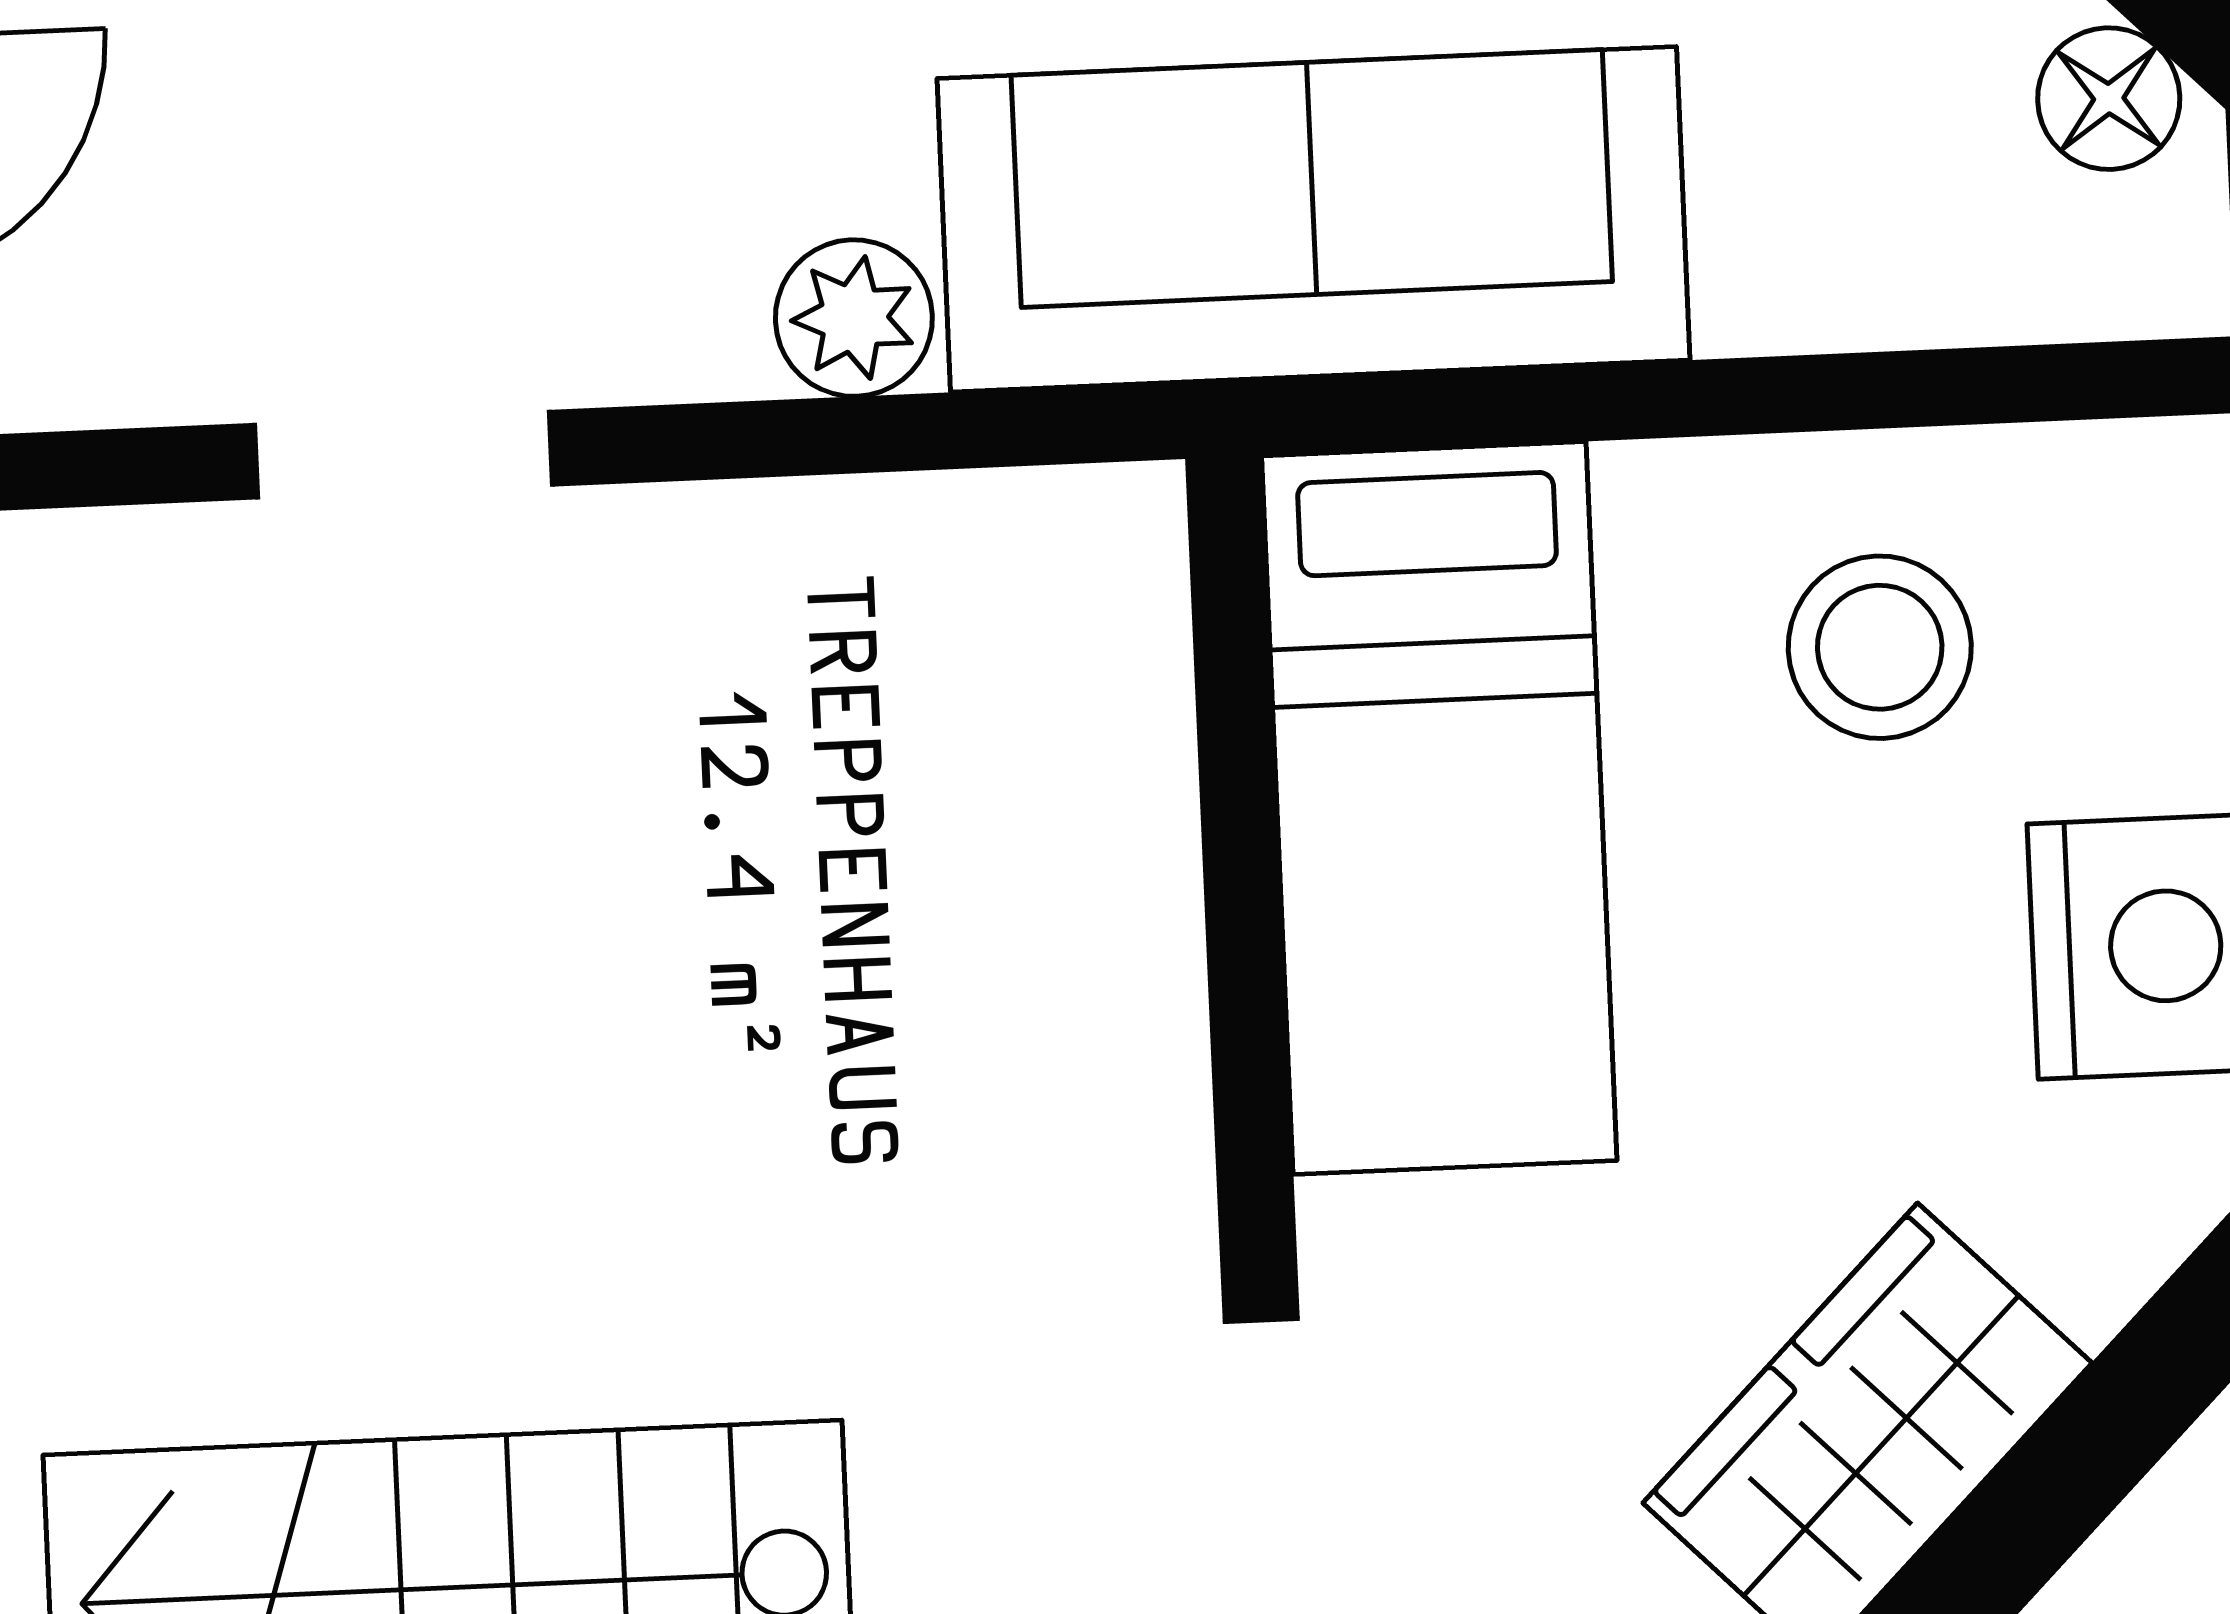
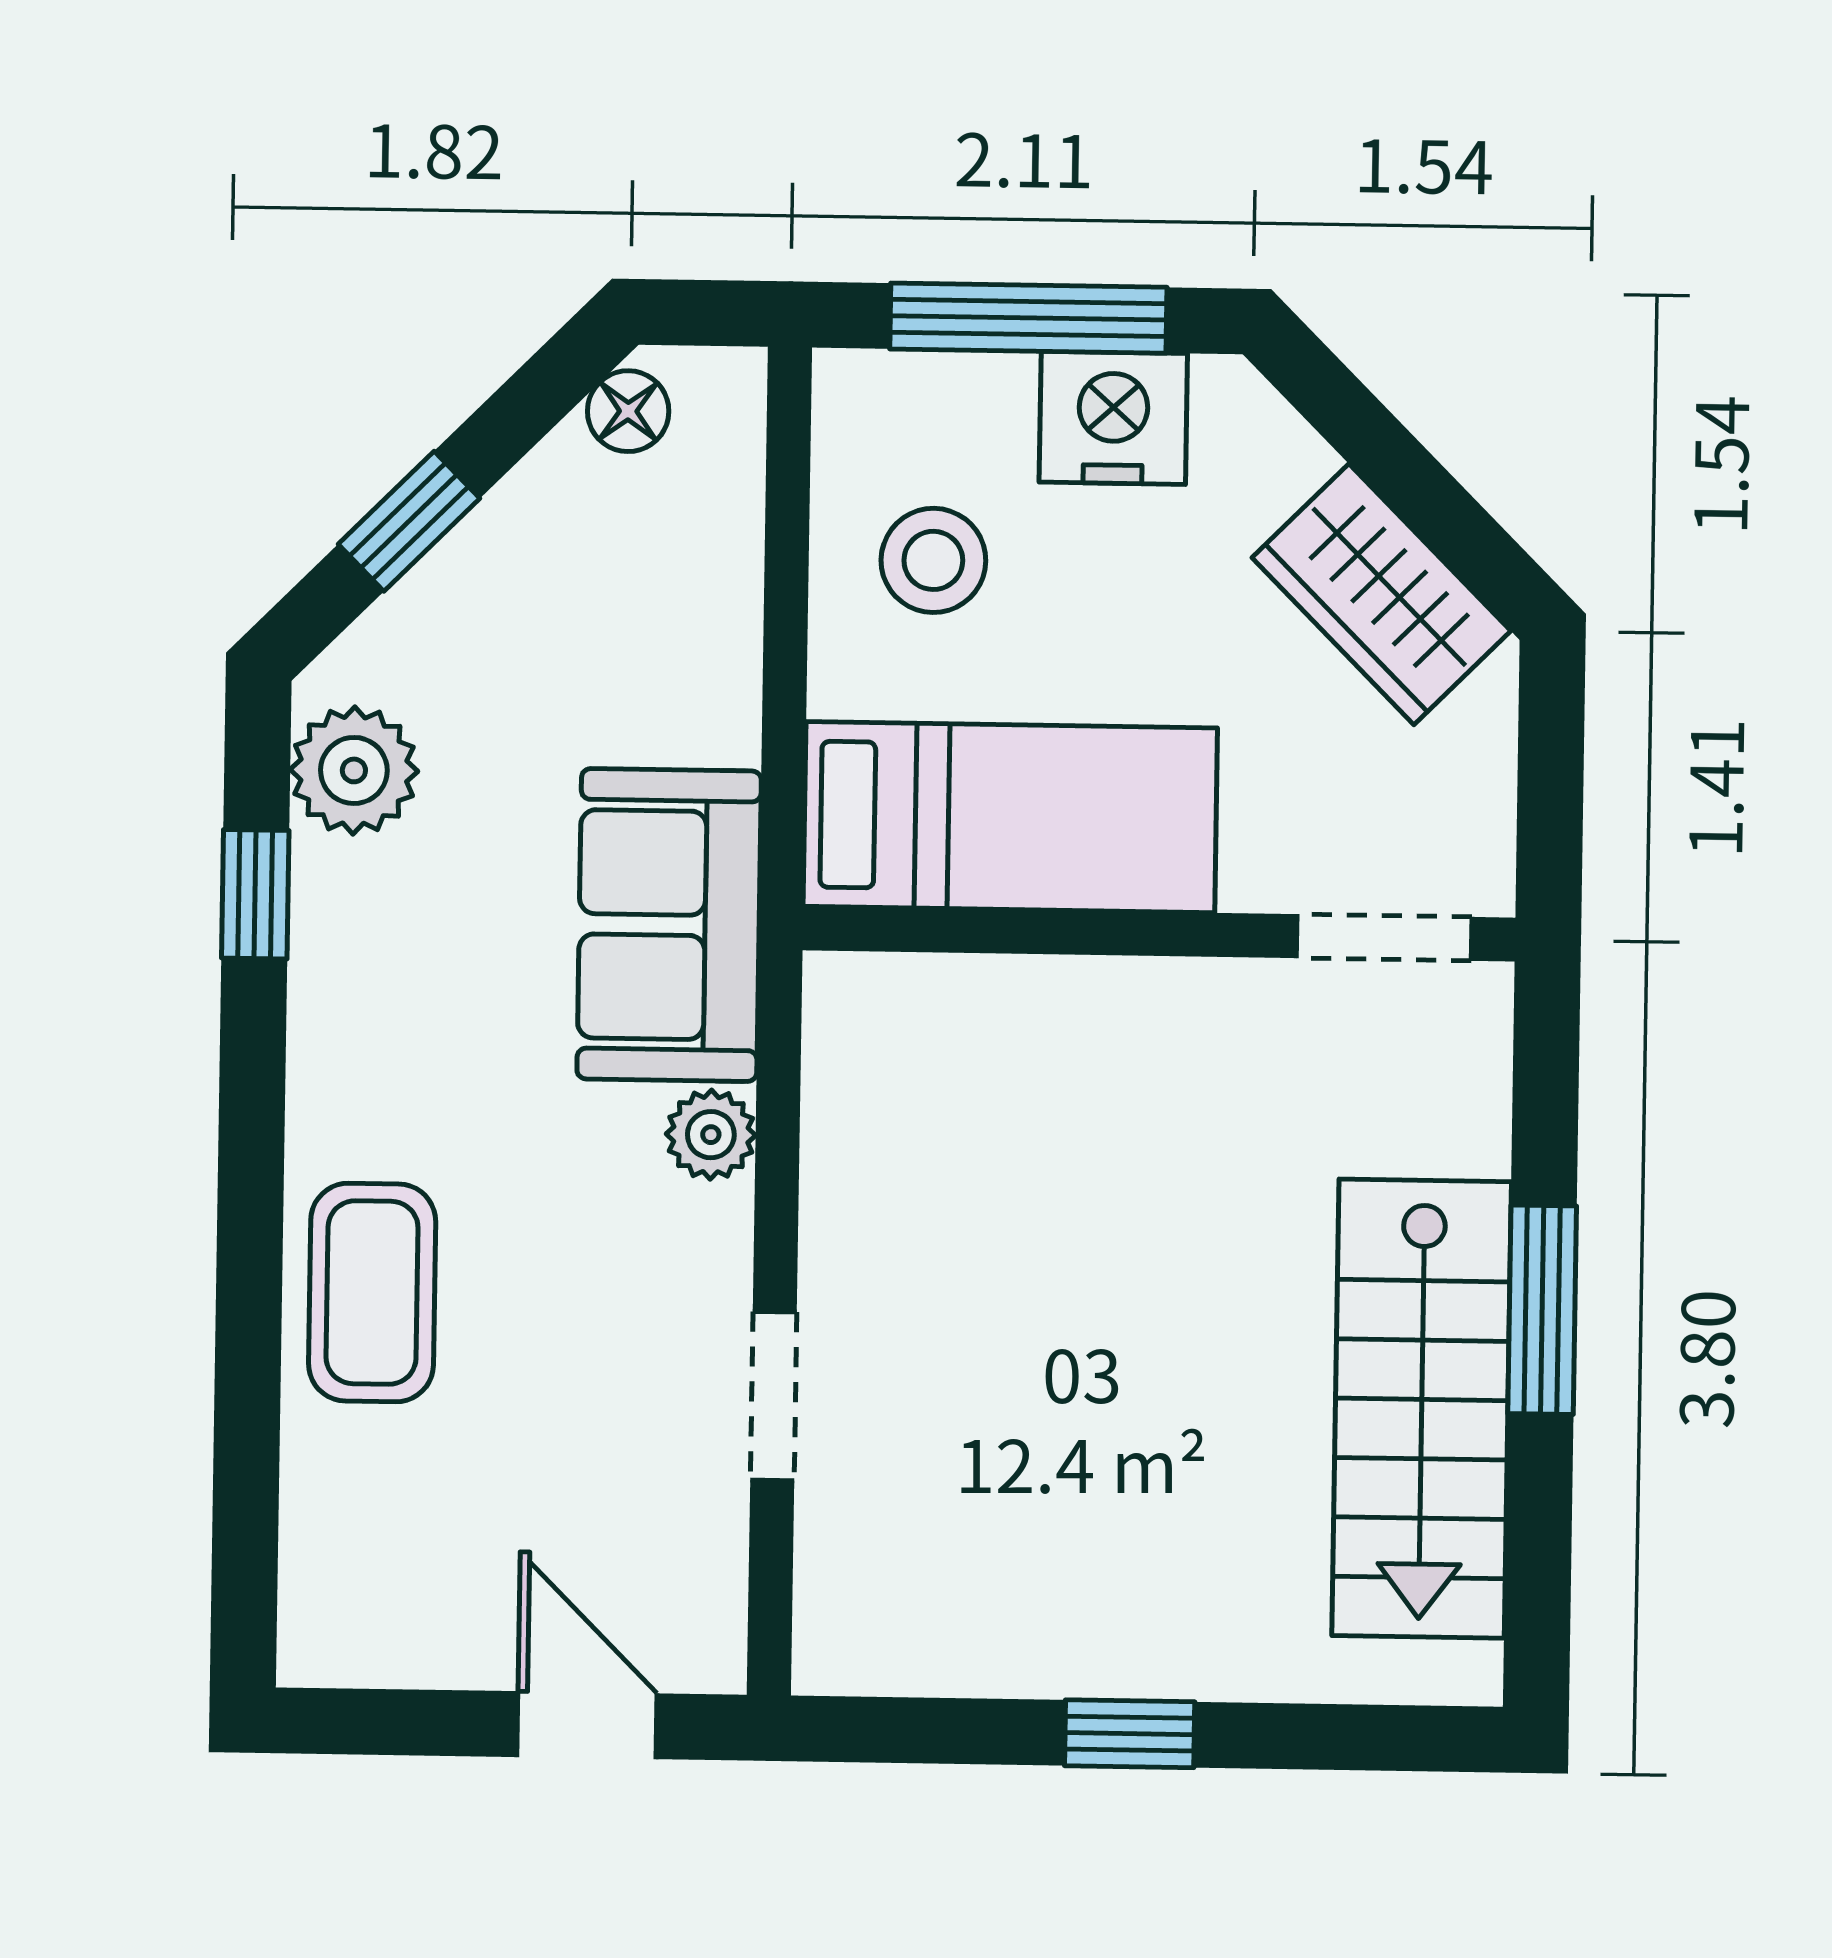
sofa: (1314, 219) -> (669, 925), width x0.73

